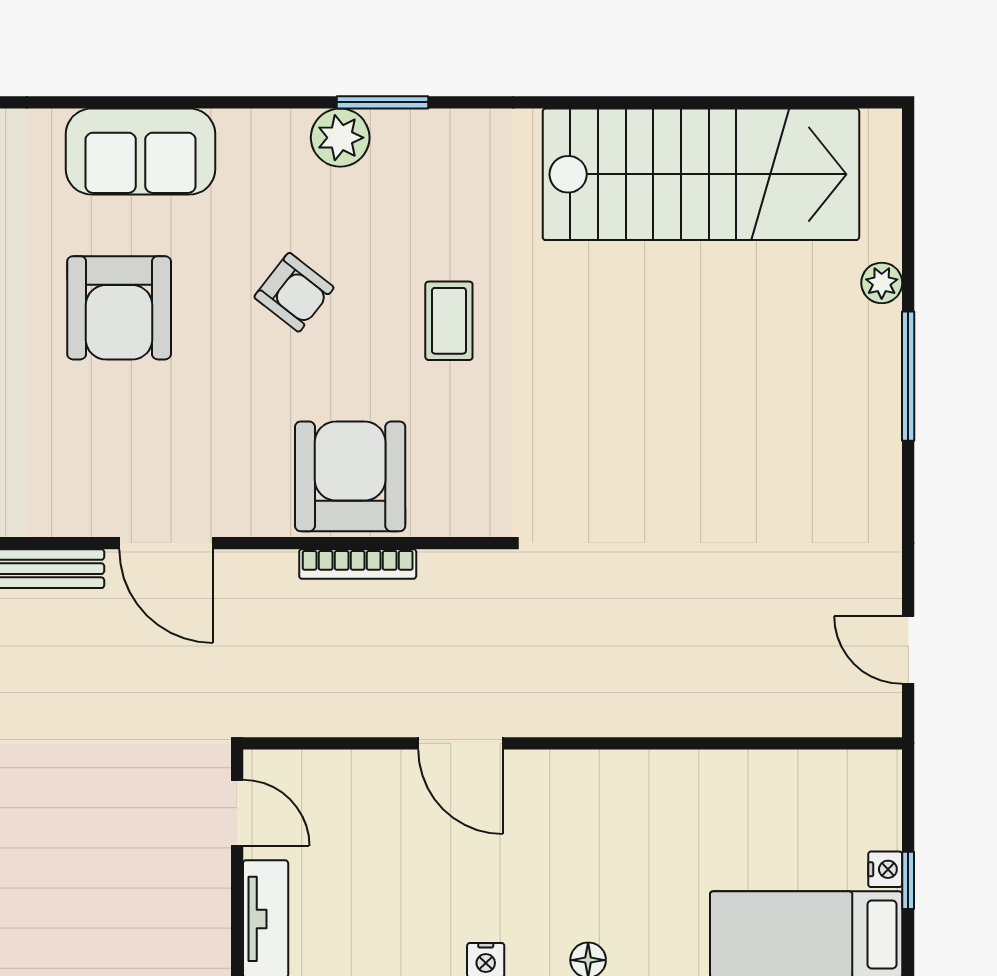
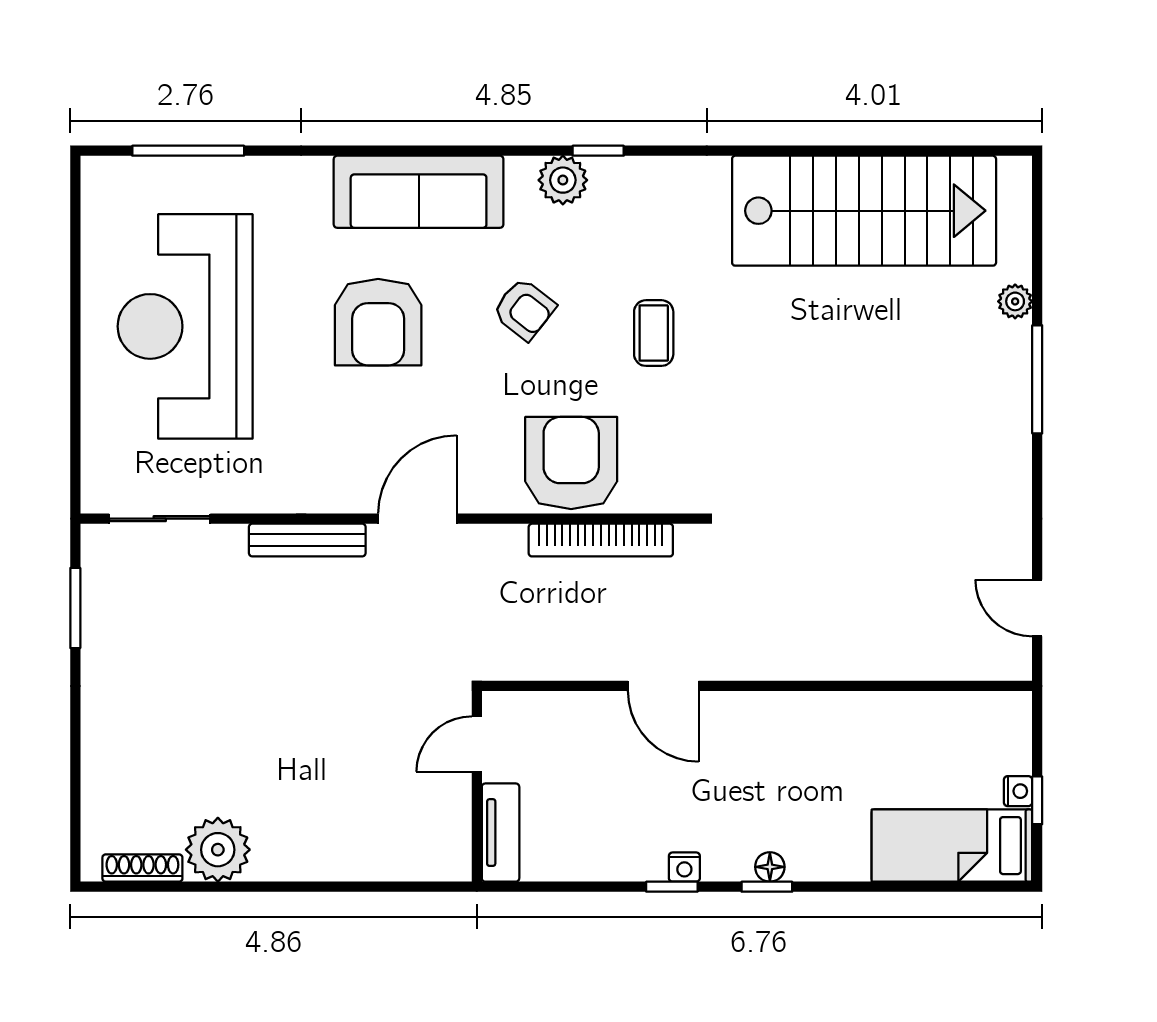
window: (383, 102) -> (598, 151), width x0.67
sofa: (141, 152) -> (419, 192), width x1.36
door: (166, 543) -> (417, 519), swing flipped
bookcase: (358, 564) -> (601, 540), width x1.48, depth x1.31
door: (237, 813) -> (477, 744), swing flipped

